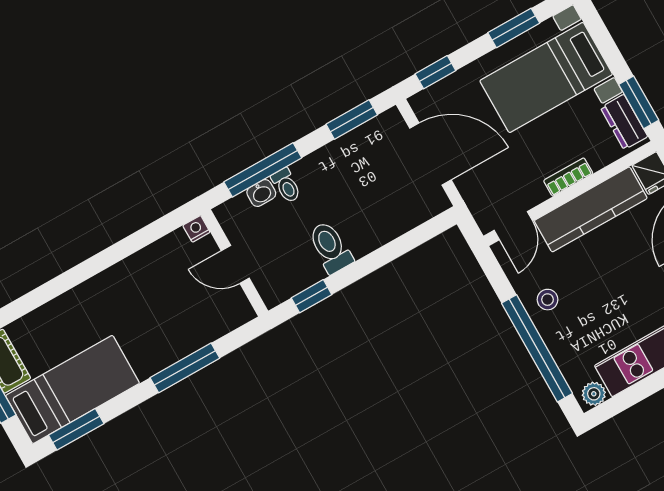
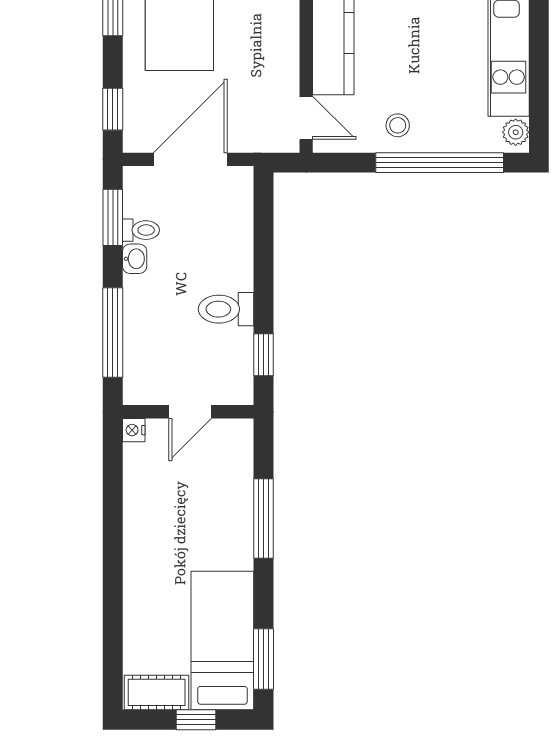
bookcase: (568, 177) -> (289, 37), removed
toilet: (286, 185) -> (141, 230), moved
washbasin: (261, 193) -> (135, 259), moved

